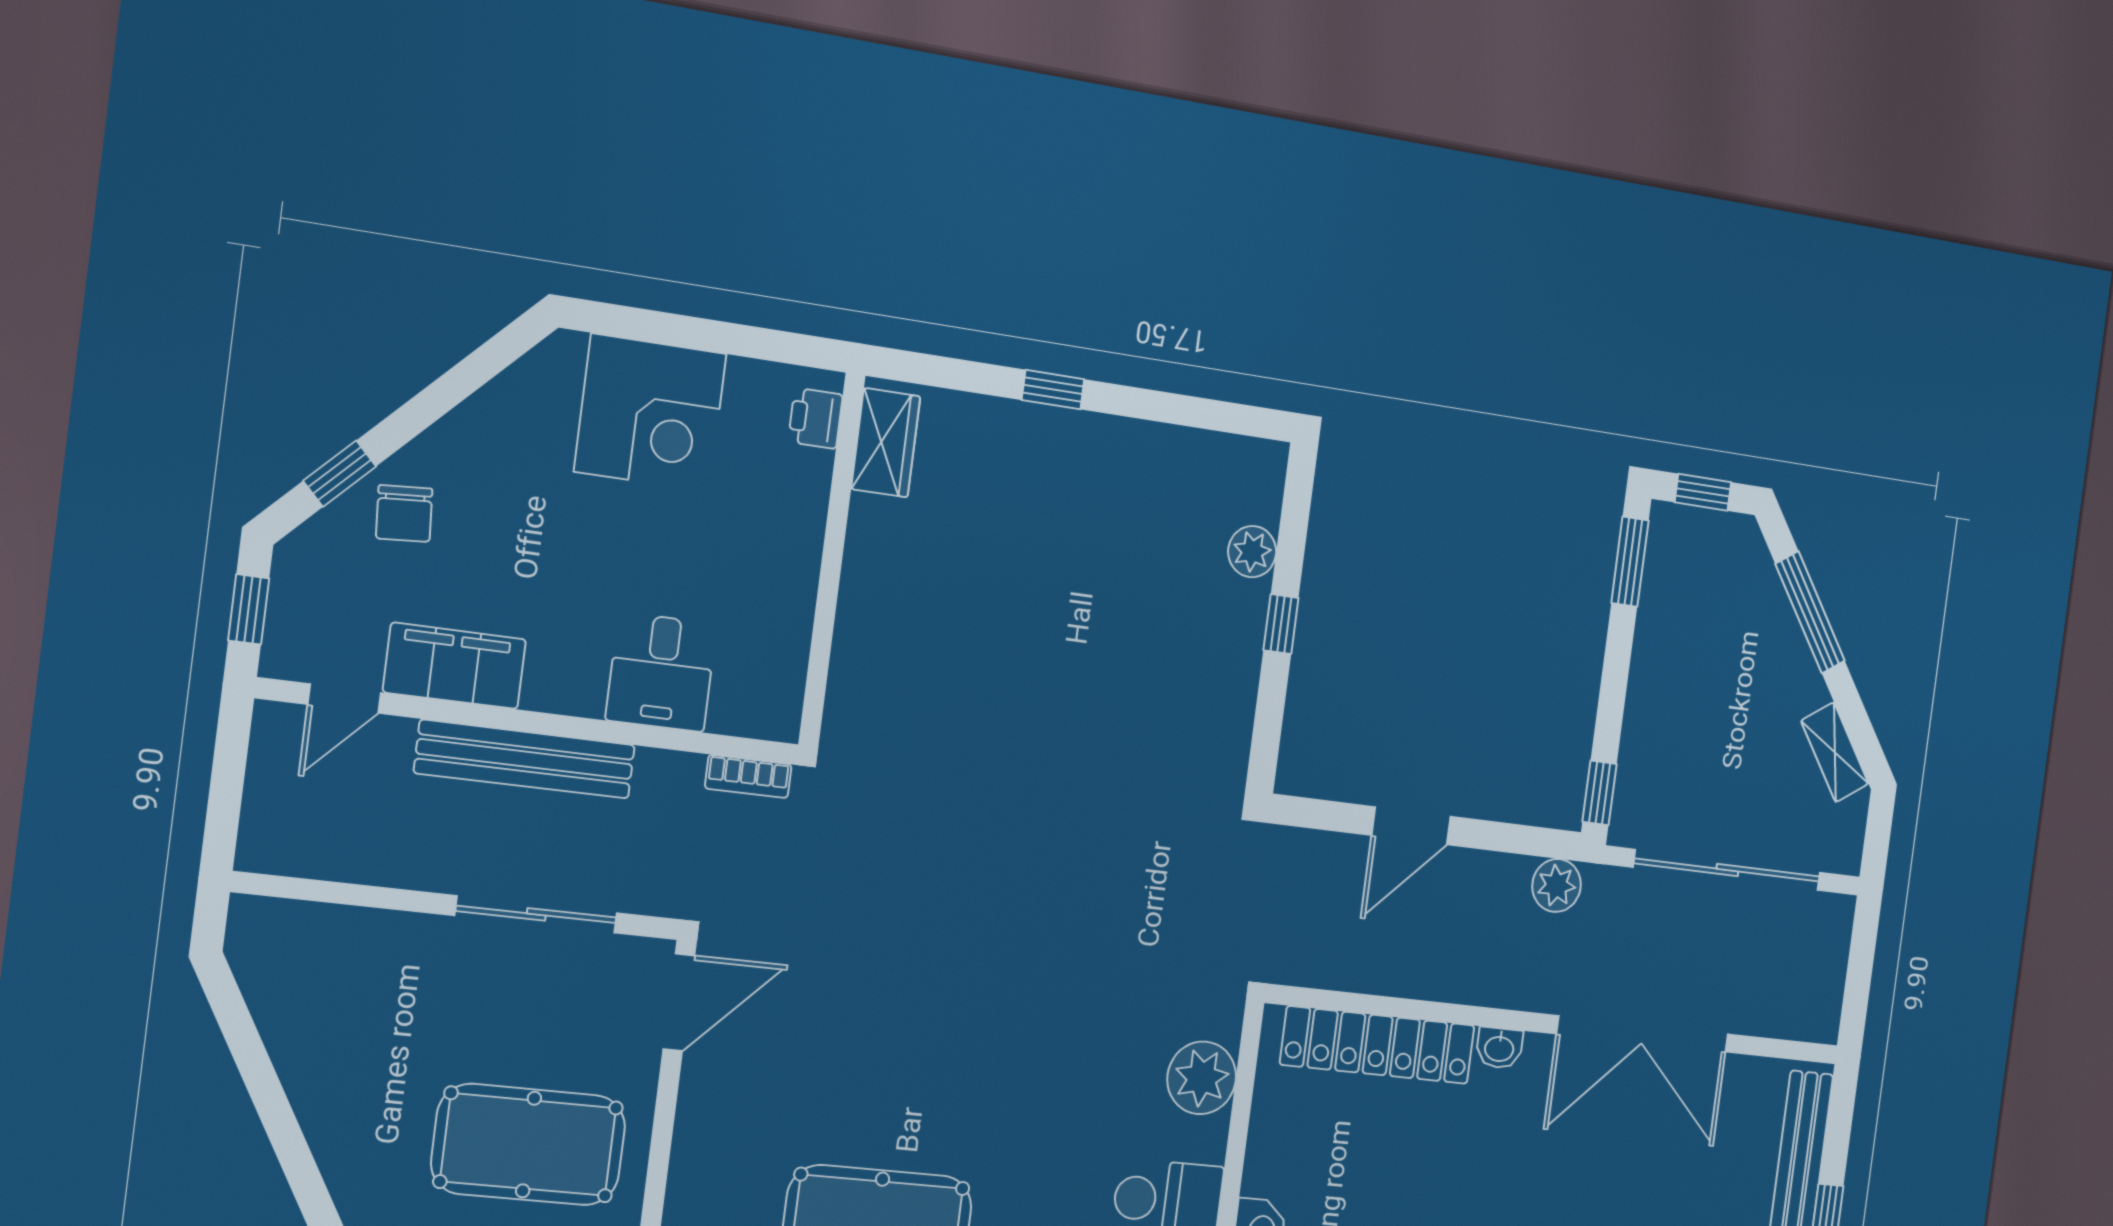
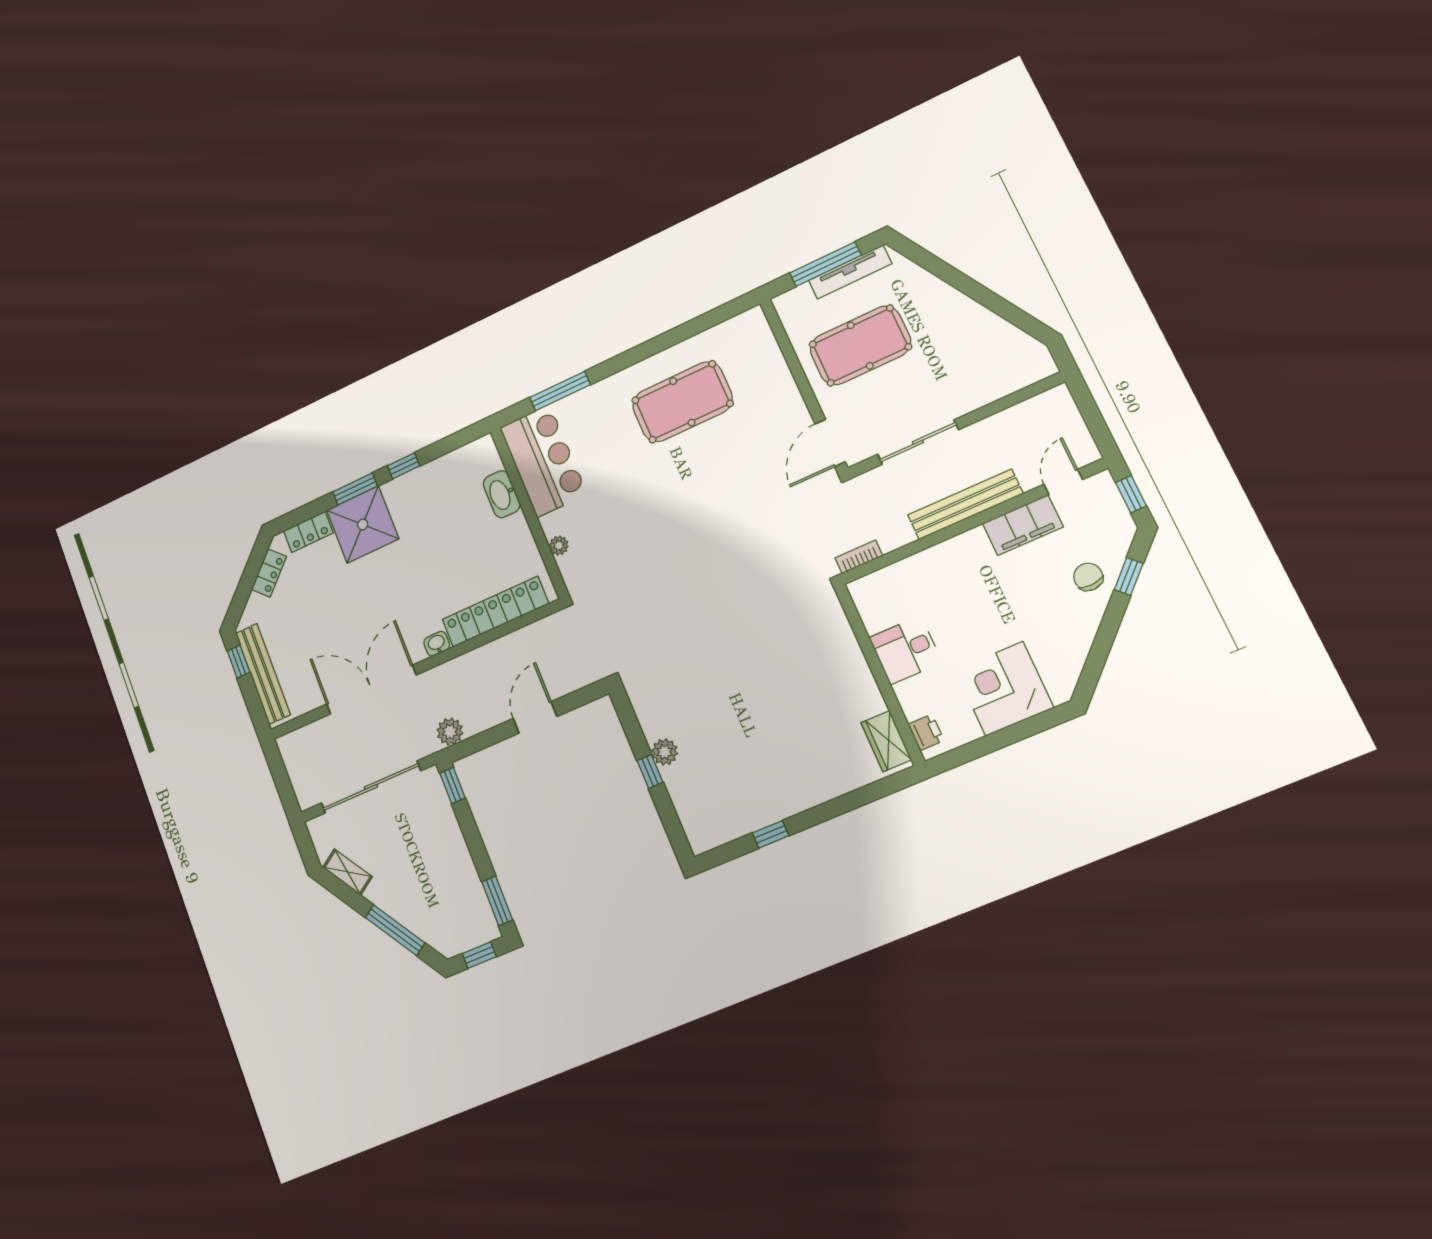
window: (1053, 390) -> (771, 834), moved
plant: (1252, 552) -> (665, 752), moved
desk: (661, 672) -> (905, 650), moved, turned -90
plant: (1202, 1078) -> (559, 546), width x0.53, depth x0.53

